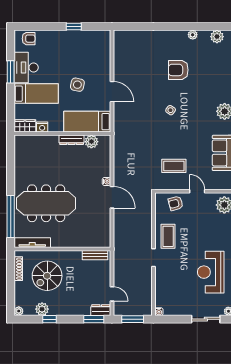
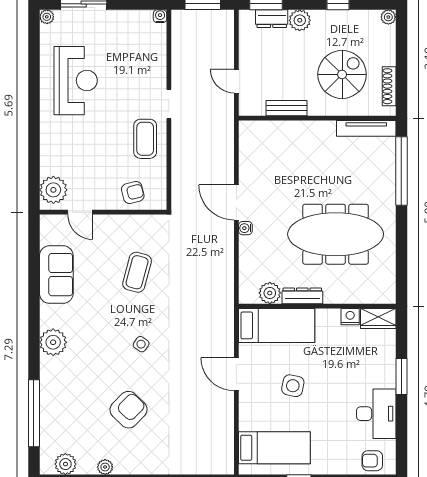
armchair: (178, 70) -> (129, 410), turned -46
window: (11, 72) -> (401, 376), moved
bed: (36, 94) -> (274, 448), moved, turned 180
coffee table: (174, 166) -> (137, 272), moved, turned -75
door: (197, 191) -> (80, 212), moved
meeting table: (46, 203) -> (336, 234), moved
bench: (95, 255) -> (286, 108), moved
door: (112, 294) -> (236, 81), moved
plant: (42, 309) -> (300, 20), moved
dresser: (101, 310) -> (272, 19), moved

